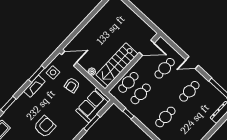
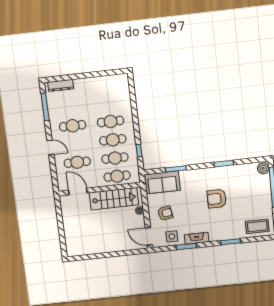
cafe table: (153, 105) -> (113, 140), added

